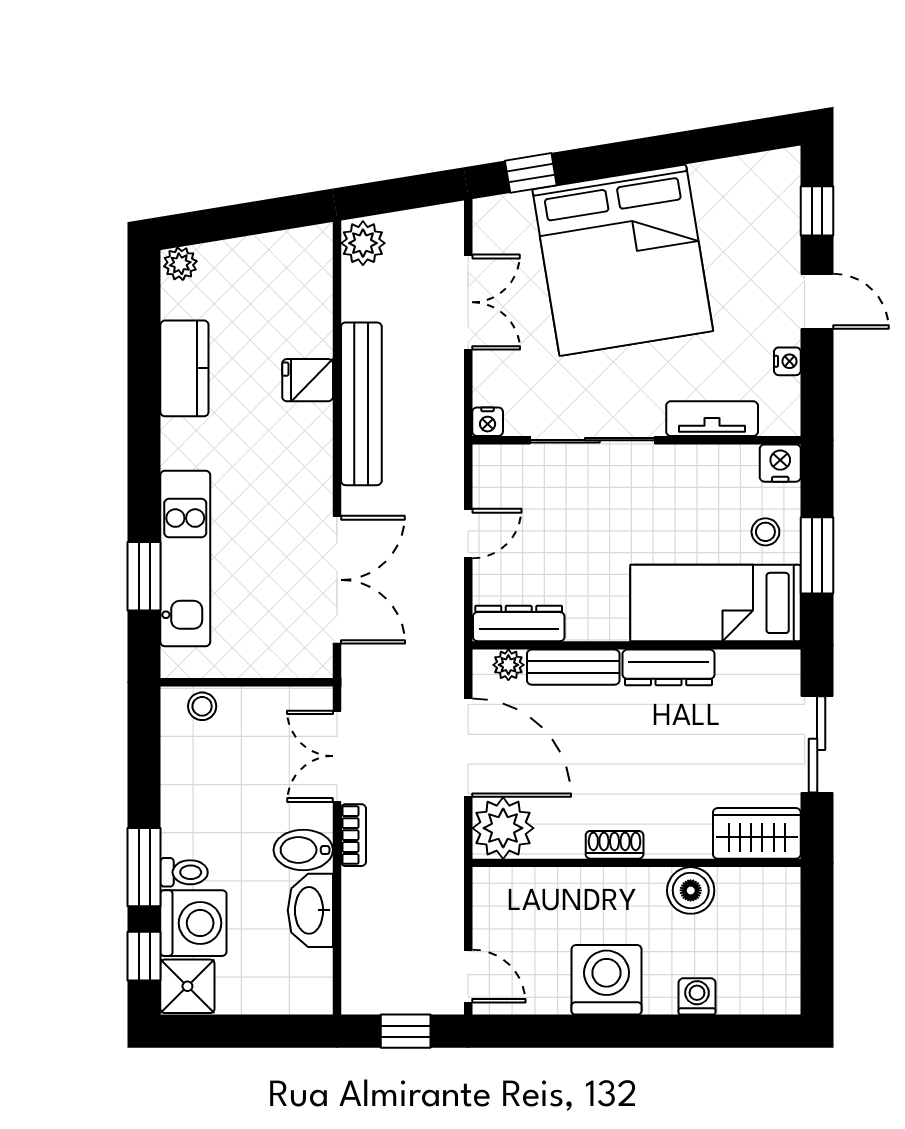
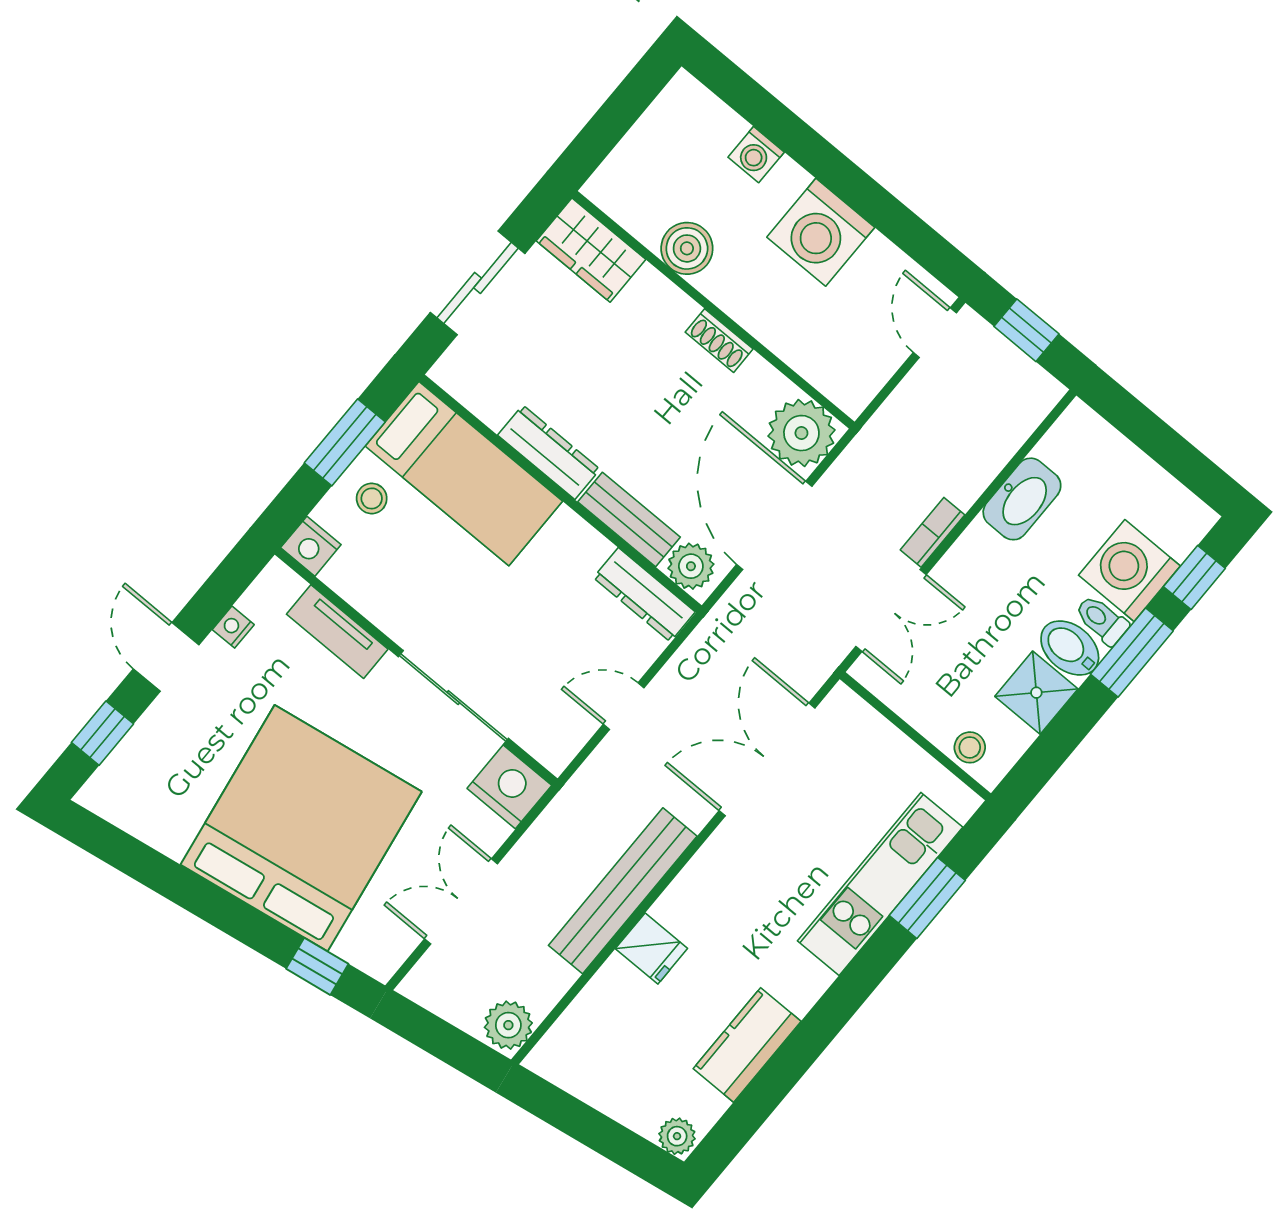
nightstand: (488, 422) -> (509, 787), width x1.89, depth x1.79
plant: (508, 665) -> (691, 566), width x1.38, depth x1.38
bidet: (303, 850) -> (1070, 648), moved, turned 180
shower: (187, 986) -> (1036, 693), moved

